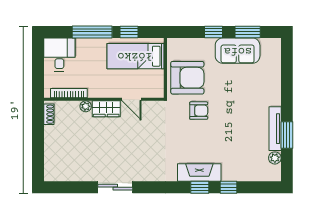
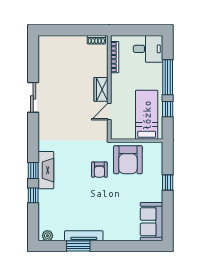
window: (248, 32) -> (168, 212), removed
sofa: (238, 51) -> (151, 222), moved
plant: (86, 106) -> (103, 72), removed
plant: (275, 158) -> (47, 236), moved

